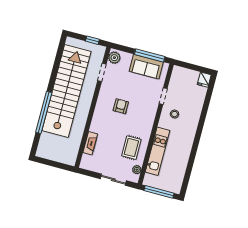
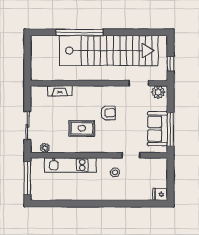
rug: (131, 148) -> (82, 128), moved

